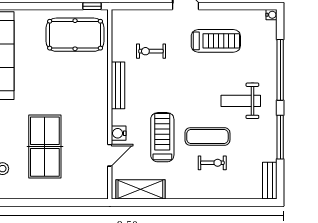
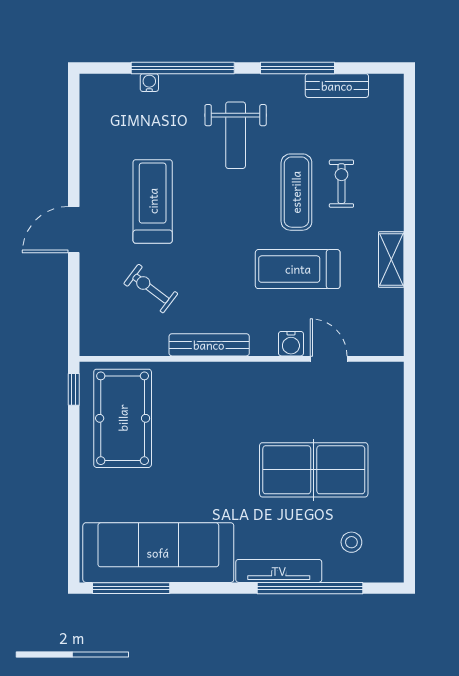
water cooler: (271, 15) -> (149, 83), moved
treadmill: (216, 41) -> (153, 201), moved
exercise bike: (151, 51) -> (151, 289), turned 127
bench: (270, 180) -> (337, 86), moved
shelving: (140, 189) -> (391, 259), moved, width x0.67, depth x0.75

